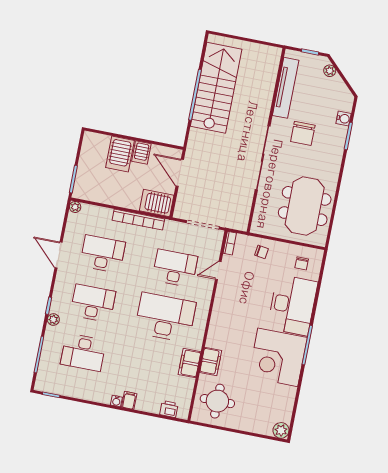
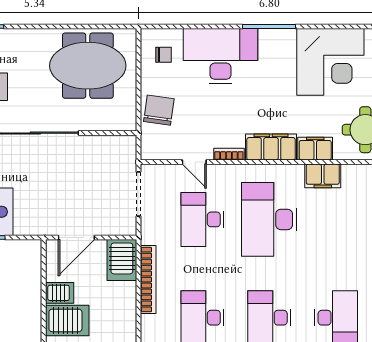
bookcase: (230, 243) -> (229, 154), moved
chair: (262, 252) -> (159, 110), width x1.87, depth x1.87
filing cabinet: (218, 329) -> (271, 147), added
corner desk: (278, 357) -> (330, 62), moved

